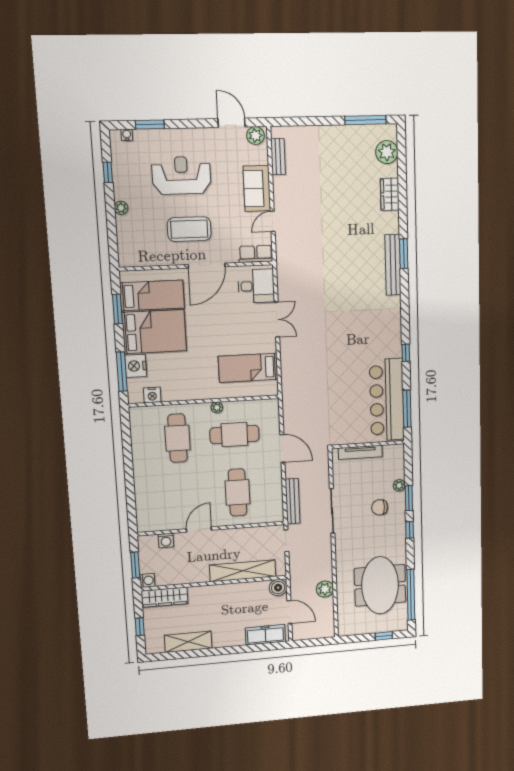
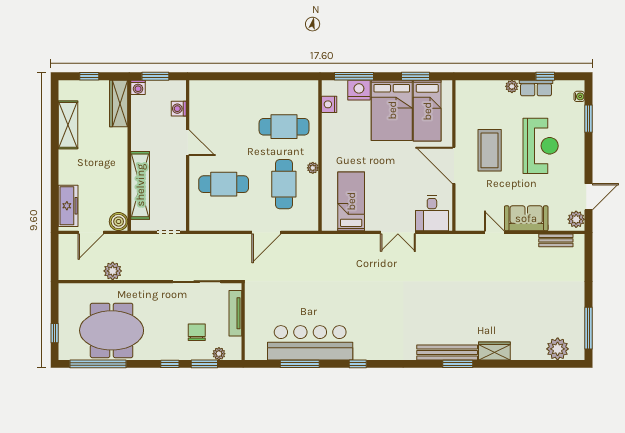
wardrobe: (390, 194) -> (494, 351), moved
row of seats: (256, 254) -> (536, 88), moved, turned 90
wall: (368, 445) -> (243, 322), moved
tv unit: (360, 452) -> (235, 313), moved
bench: (293, 501) -> (210, 241), removed

